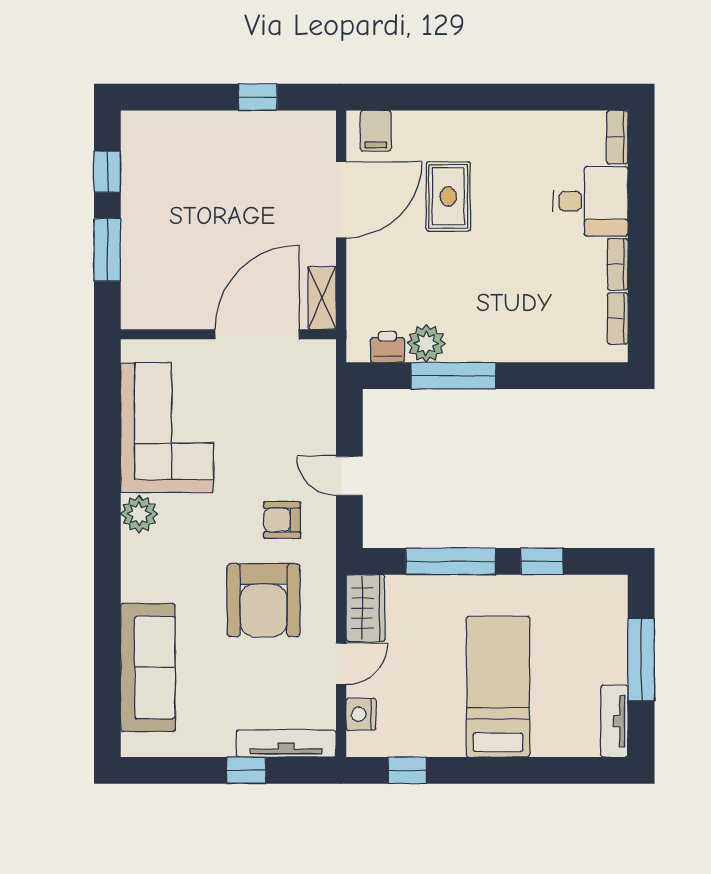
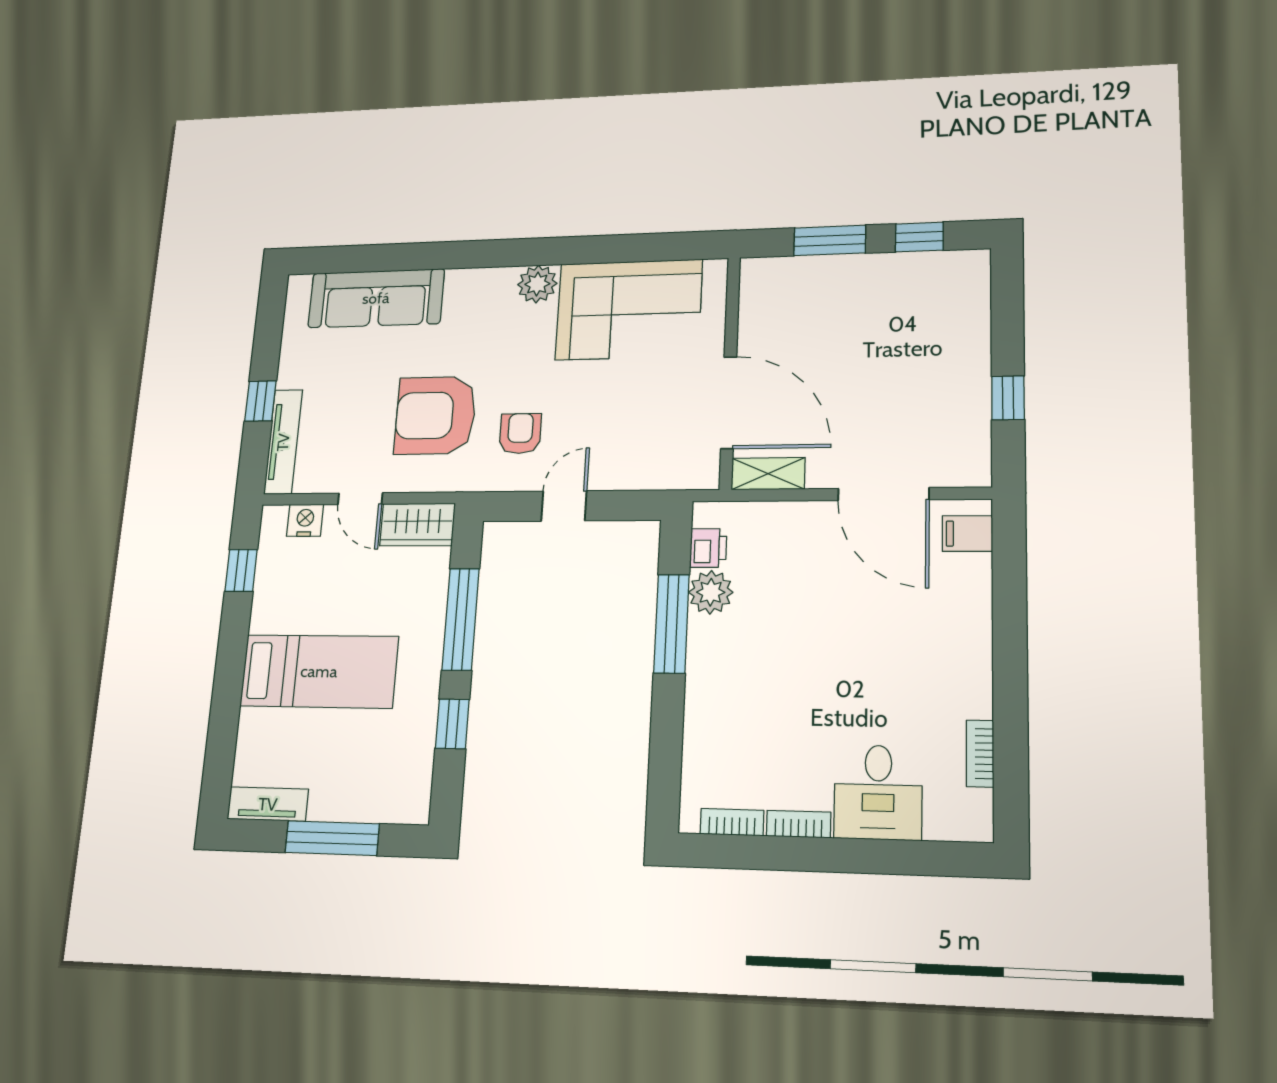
bookcase: (617, 137) -> (980, 754), moved, turned -90
rug: (448, 196) -> (886, 619), removed

